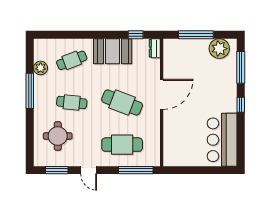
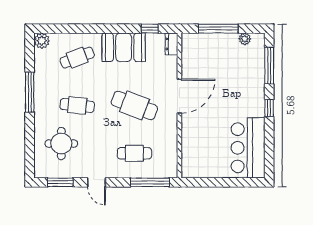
plant: (219, 49) -> (245, 39), width x0.53, depth x0.53
plant: (41, 68) -> (42, 41), moved
cafe table: (122, 145) -> (134, 153), width x0.73, depth x0.74

